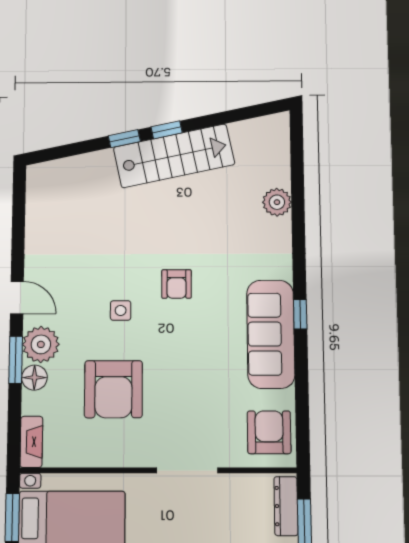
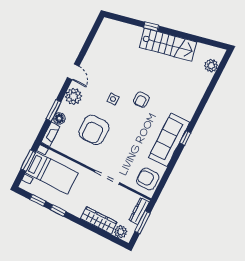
window: (167, 130) -> (171, 32), removed
plant: (277, 202) -> (211, 66), moved
window: (16, 360) -> (54, 111), moved
floor lamp: (34, 378) -> (59, 118), moved
armchair: (269, 432) -> (148, 179), turned -90

